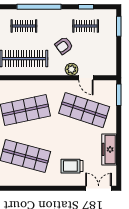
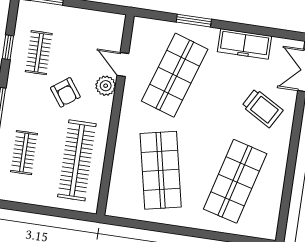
door: (86, 78) -> (123, 64), swing flipped
window: (119, 95) -> (194, 21), moved
trolley: (72, 166) -> (262, 108), turned -60

